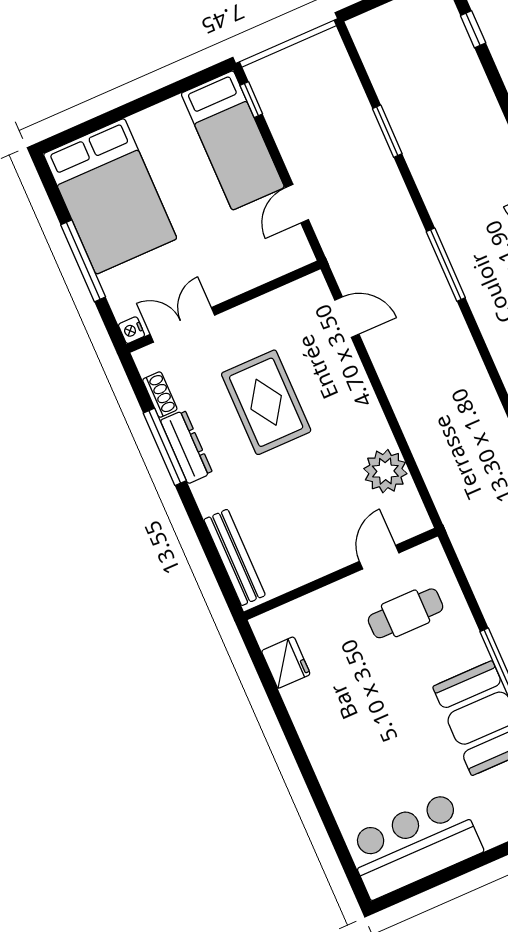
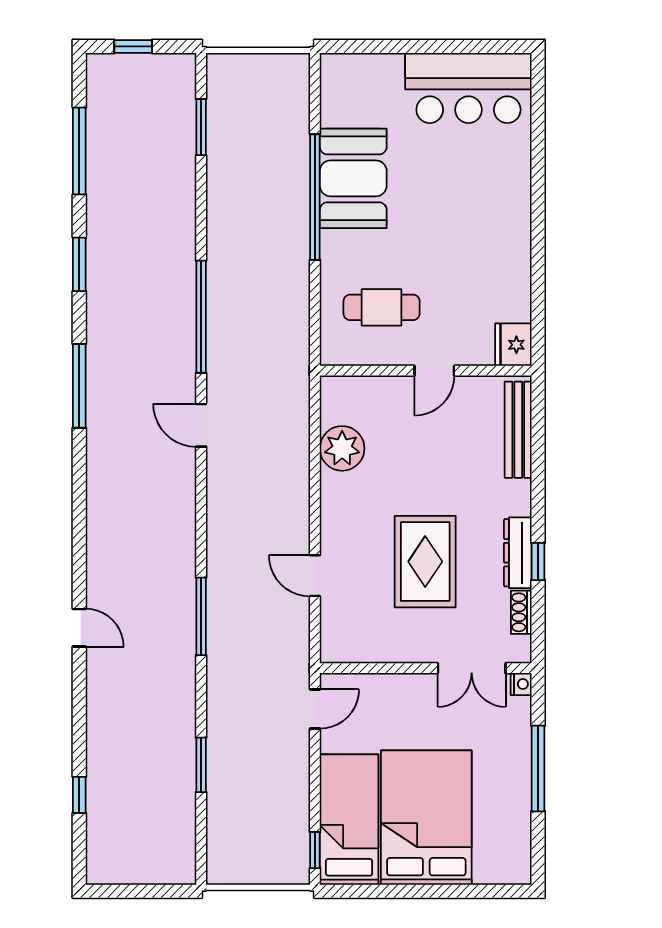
window: (473, 29) -> (79, 795), moved
bed: (110, 196) -> (426, 818), moved
door: (297, 204) -> (315, 709), moved
door: (347, 317) -> (315, 576), moved
window: (165, 447) -> (538, 561), width x0.46
door: (379, 557) -> (434, 371), moved
fridge: (286, 663) -> (513, 345), moved

